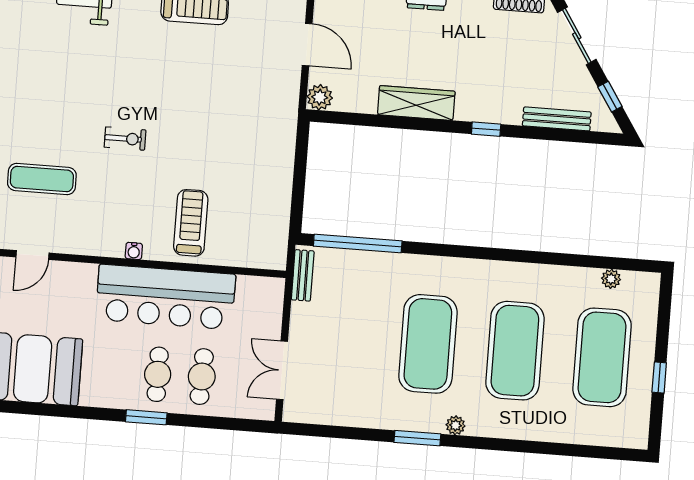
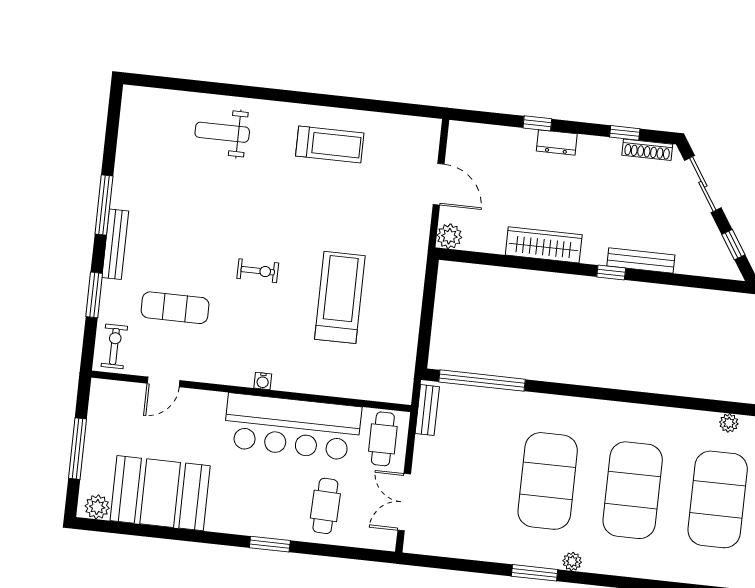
bench: (557, 119) -> (641, 260), moved
treadmill: (191, 223) -> (340, 297), moved, width x1.37, depth x1.38
cafe table: (158, 374) -> (383, 439), moved

